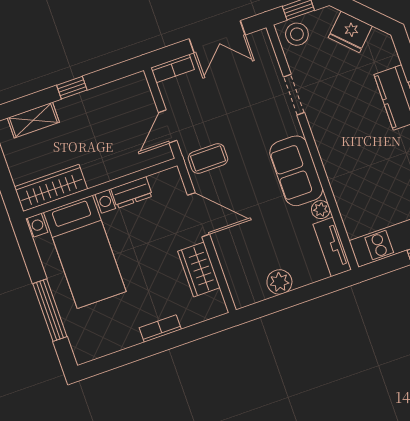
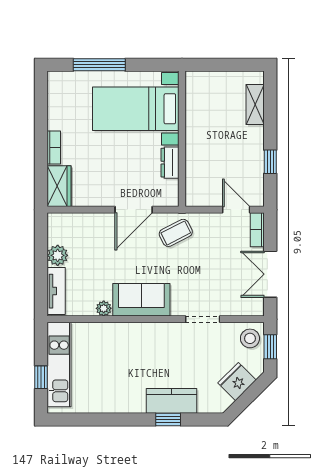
window: (72, 88) -> (270, 162), moved
door: (168, 127) -> (236, 210), moved
coffee table: (208, 159) -> (176, 233), turned 63
wardrobe: (51, 188) -> (196, 100), removed
tv unit: (332, 247) -> (56, 291), moved, turned 90
wardrobe: (199, 269) -> (59, 186), moved, turned 90

